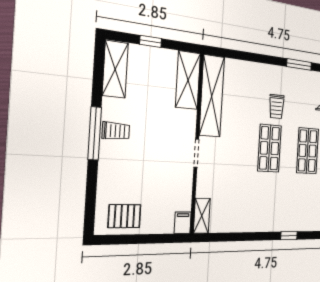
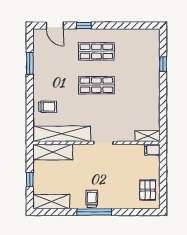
trolley: (277, 107) -> (48, 107), moved

